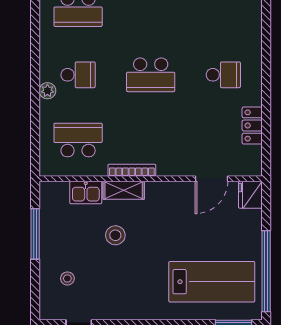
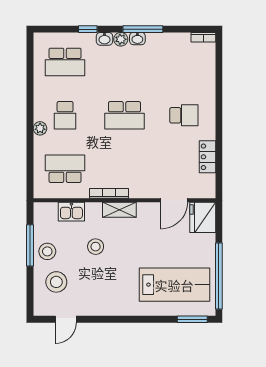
school desk: (78, 75) -> (65, 115), turned 90
shelving: (124, 190) -> (119, 210), moved
fridge: (250, 195) -> (203, 217), width x1.36, depth x1.34
stool: (56, 241) -> (47, 251), added
stool: (67, 278) -> (56, 282), width x1.89, depth x1.89

